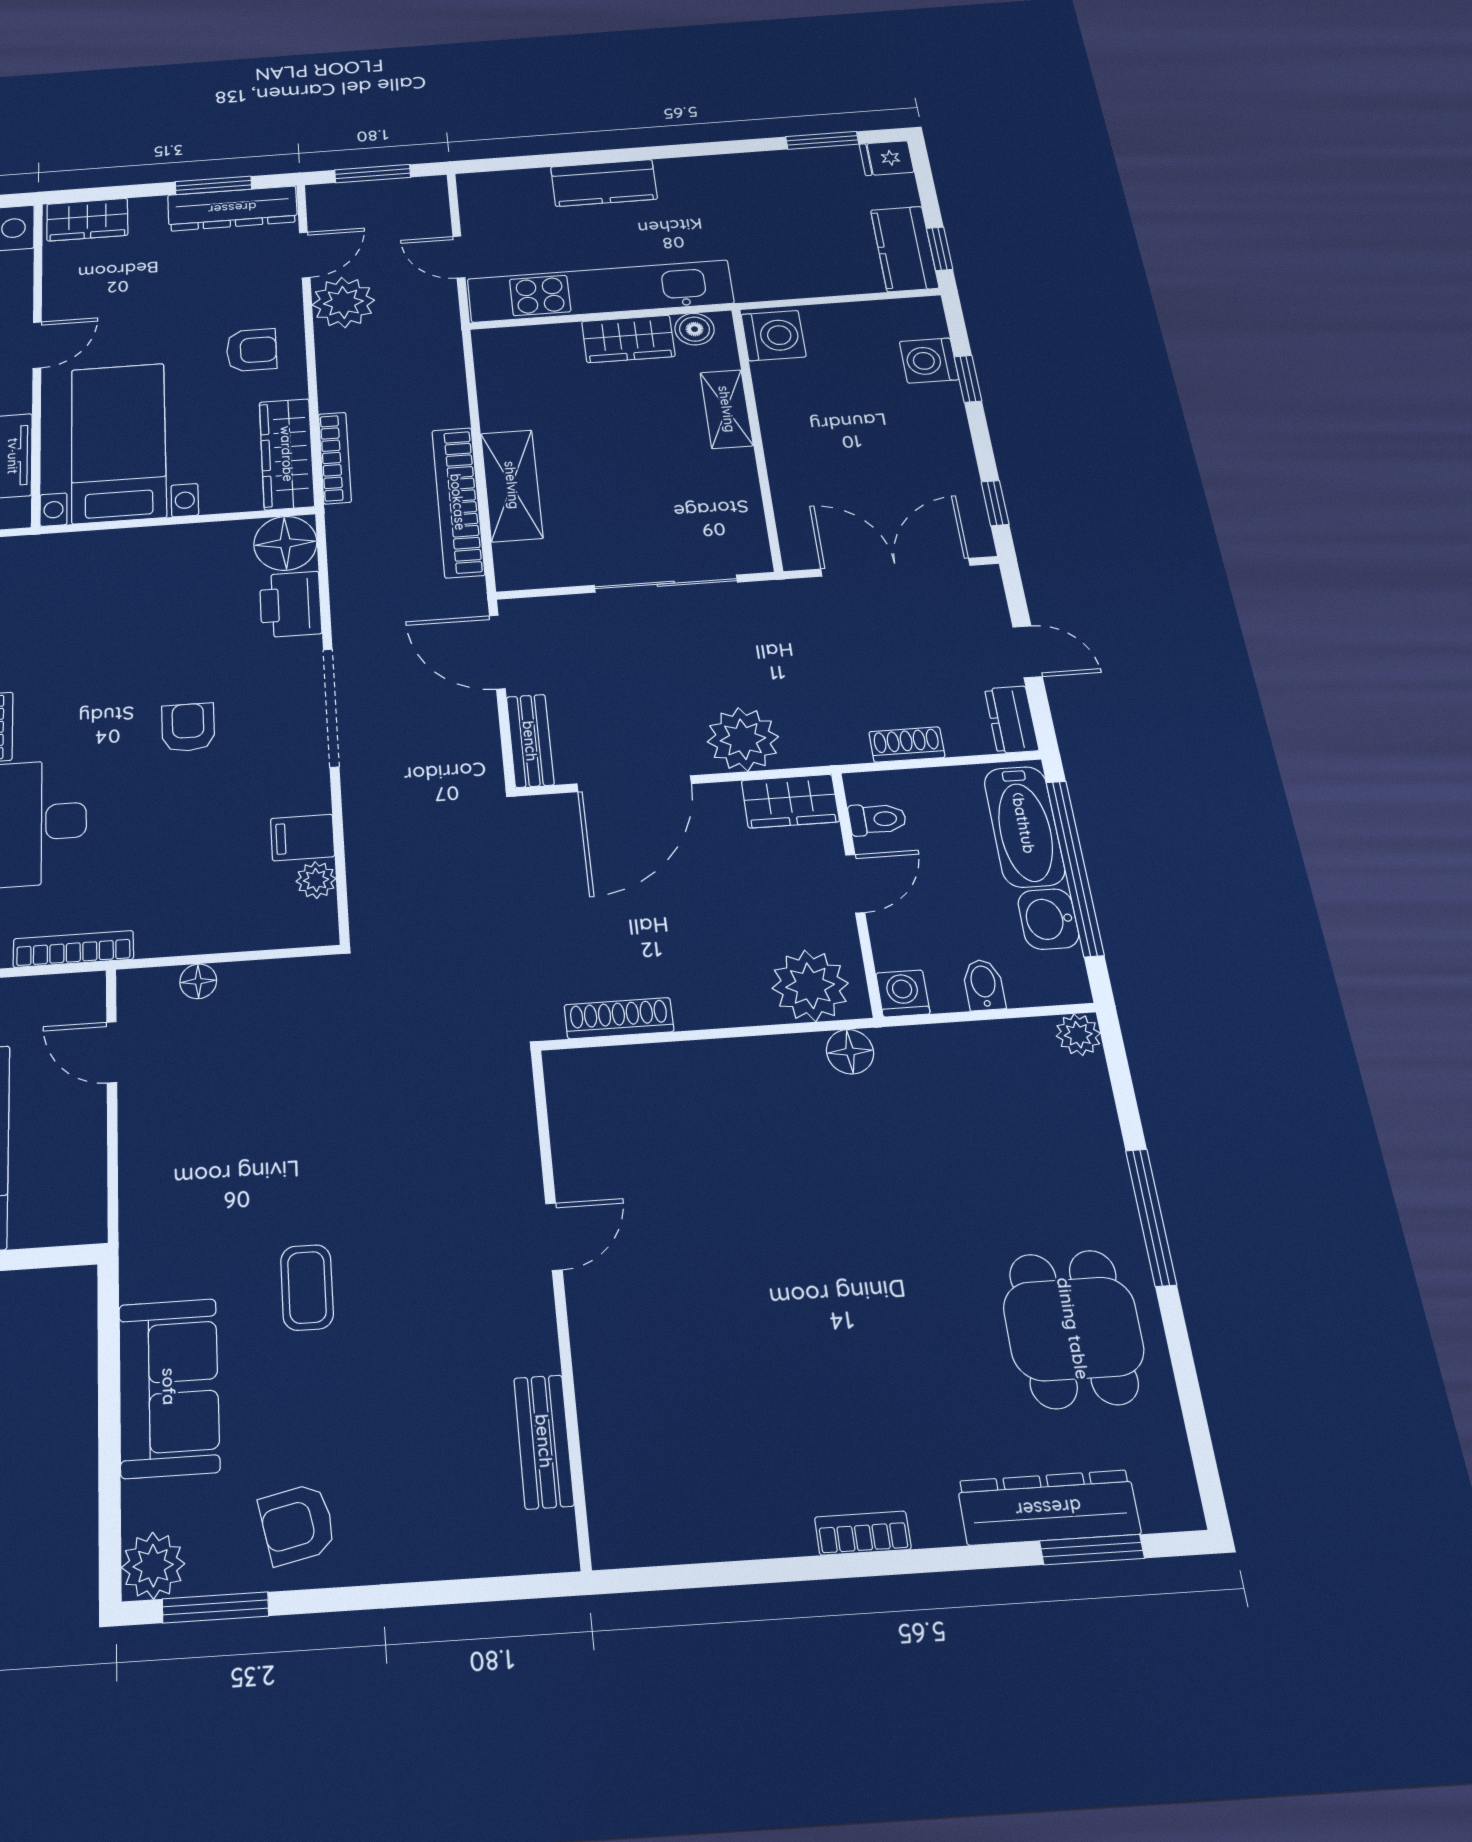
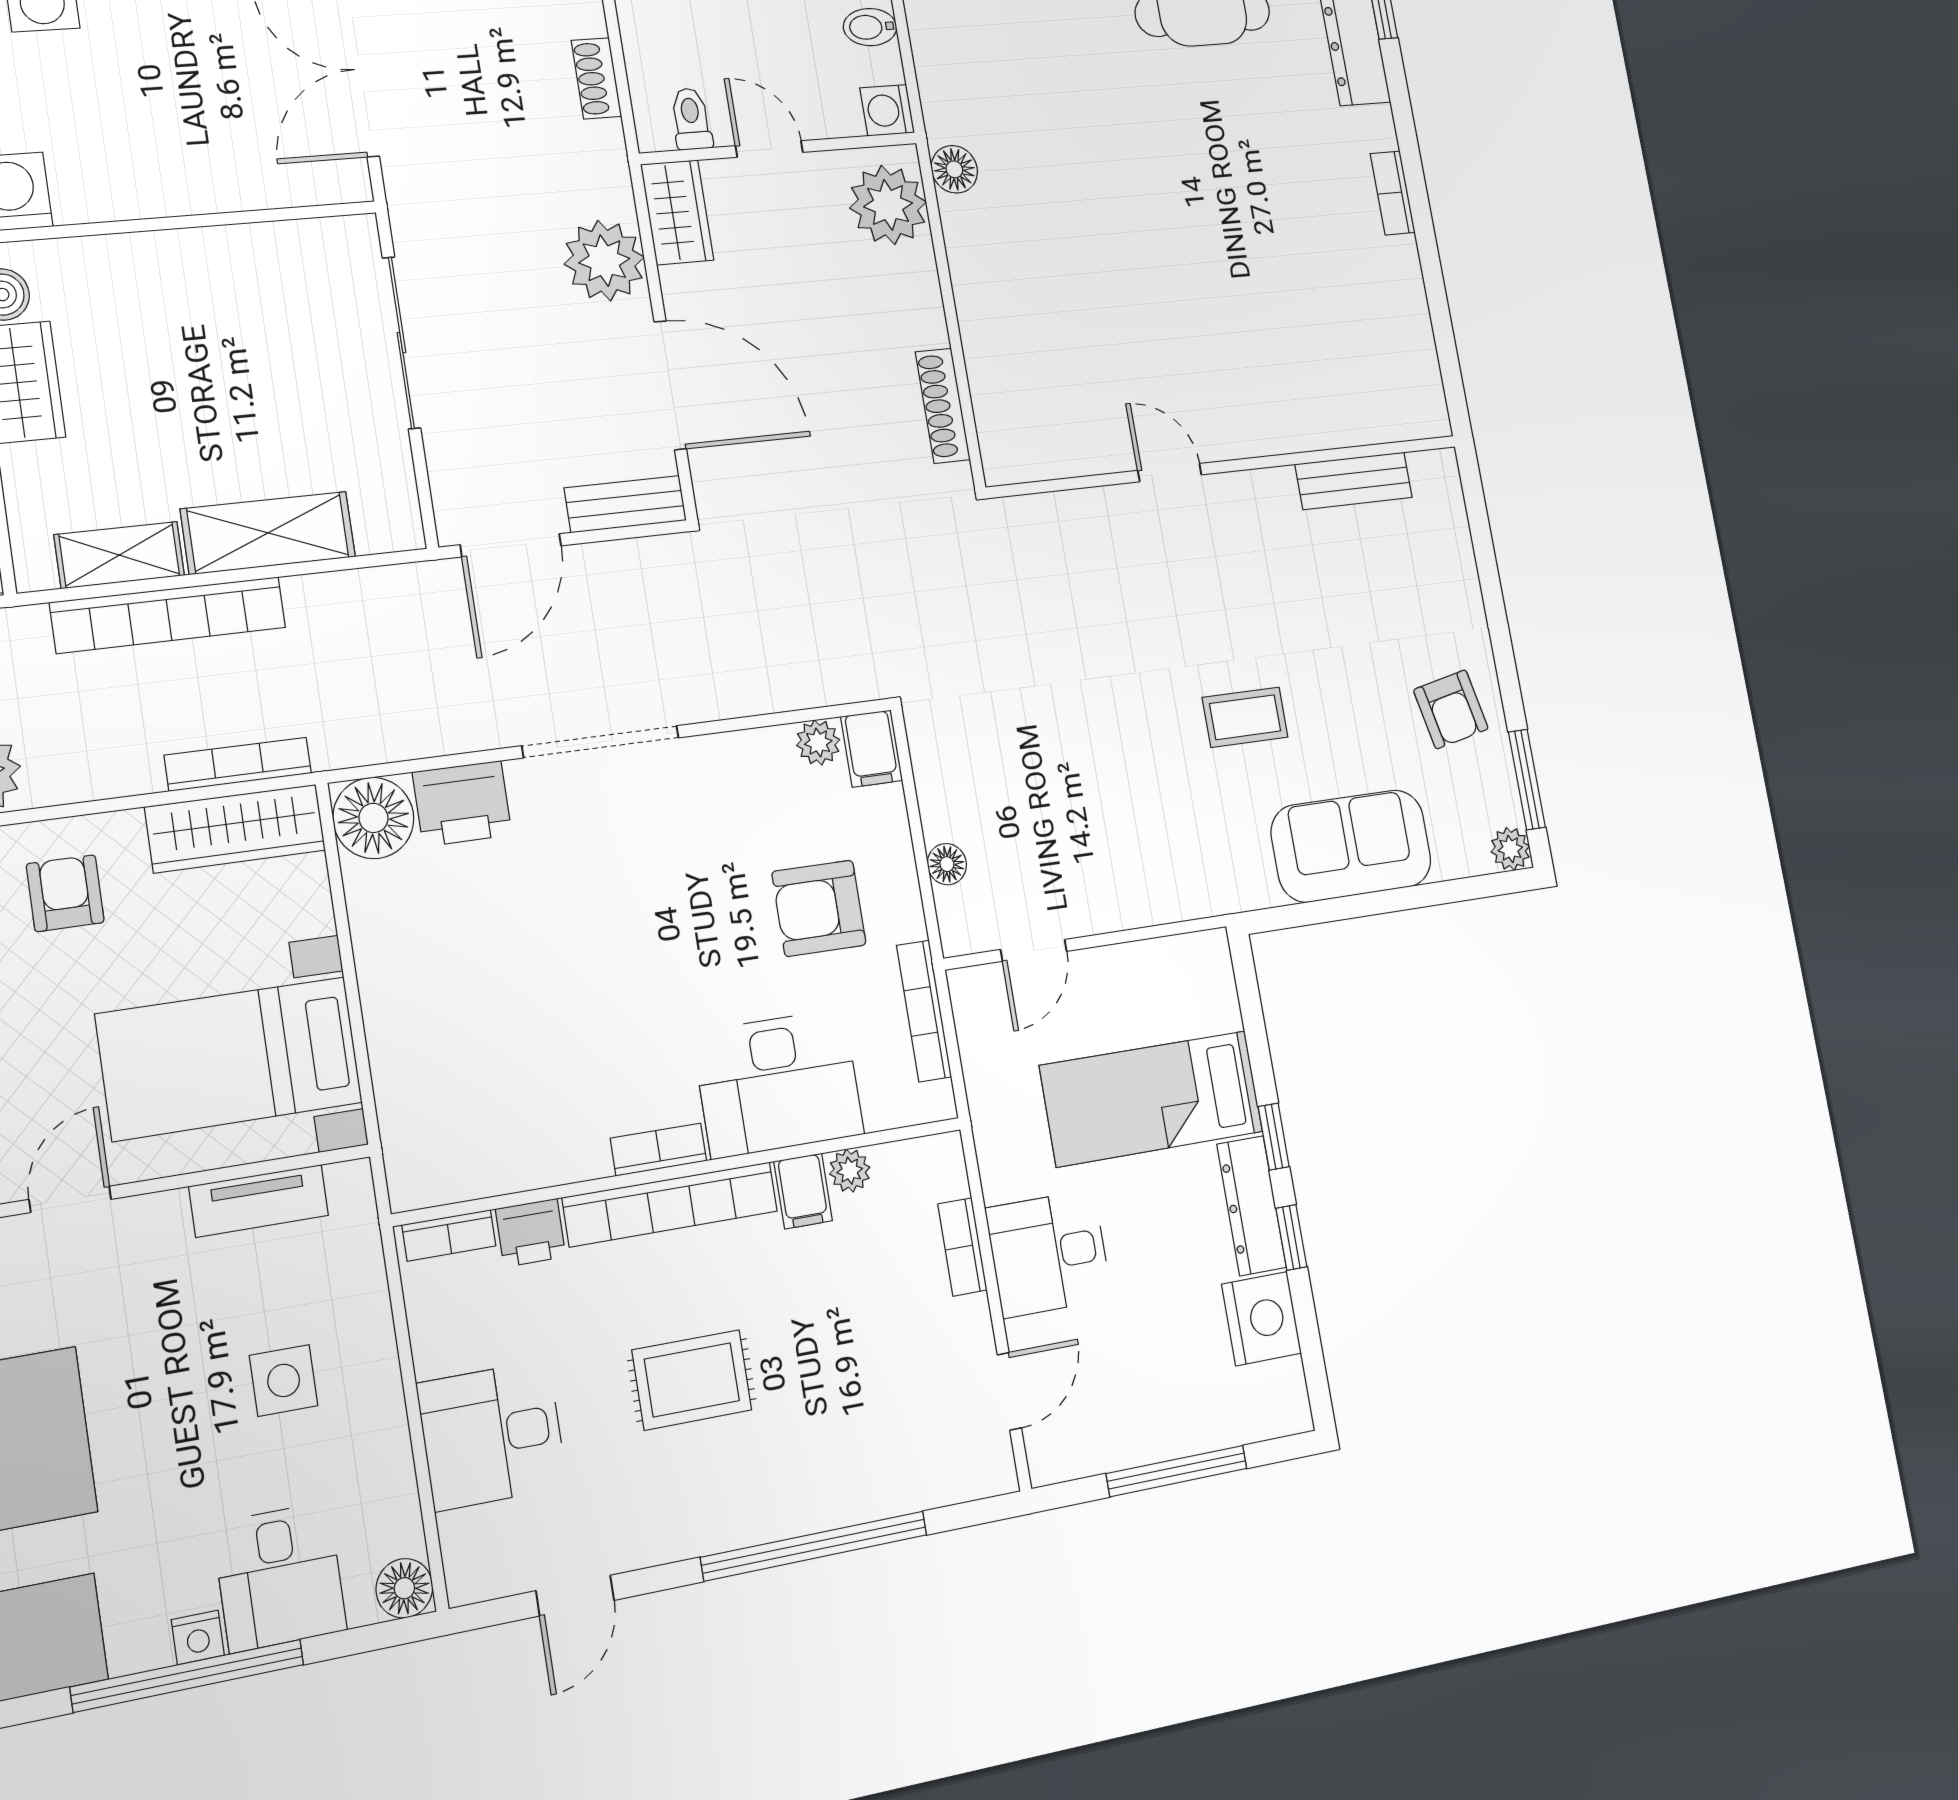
door: (37, 345) -> (70, 1199), hinge flipped
shelving: (727, 409) -> (119, 555), moved
bookcase: (458, 502) -> (168, 615), moved
armchair: (188, 727) -> (819, 908), moved, width x1.38, depth x1.38
filing cabinet: (303, 837) -> (872, 748), moved
plant: (153, 1566) -> (1510, 849), width x0.73, depth x0.73

